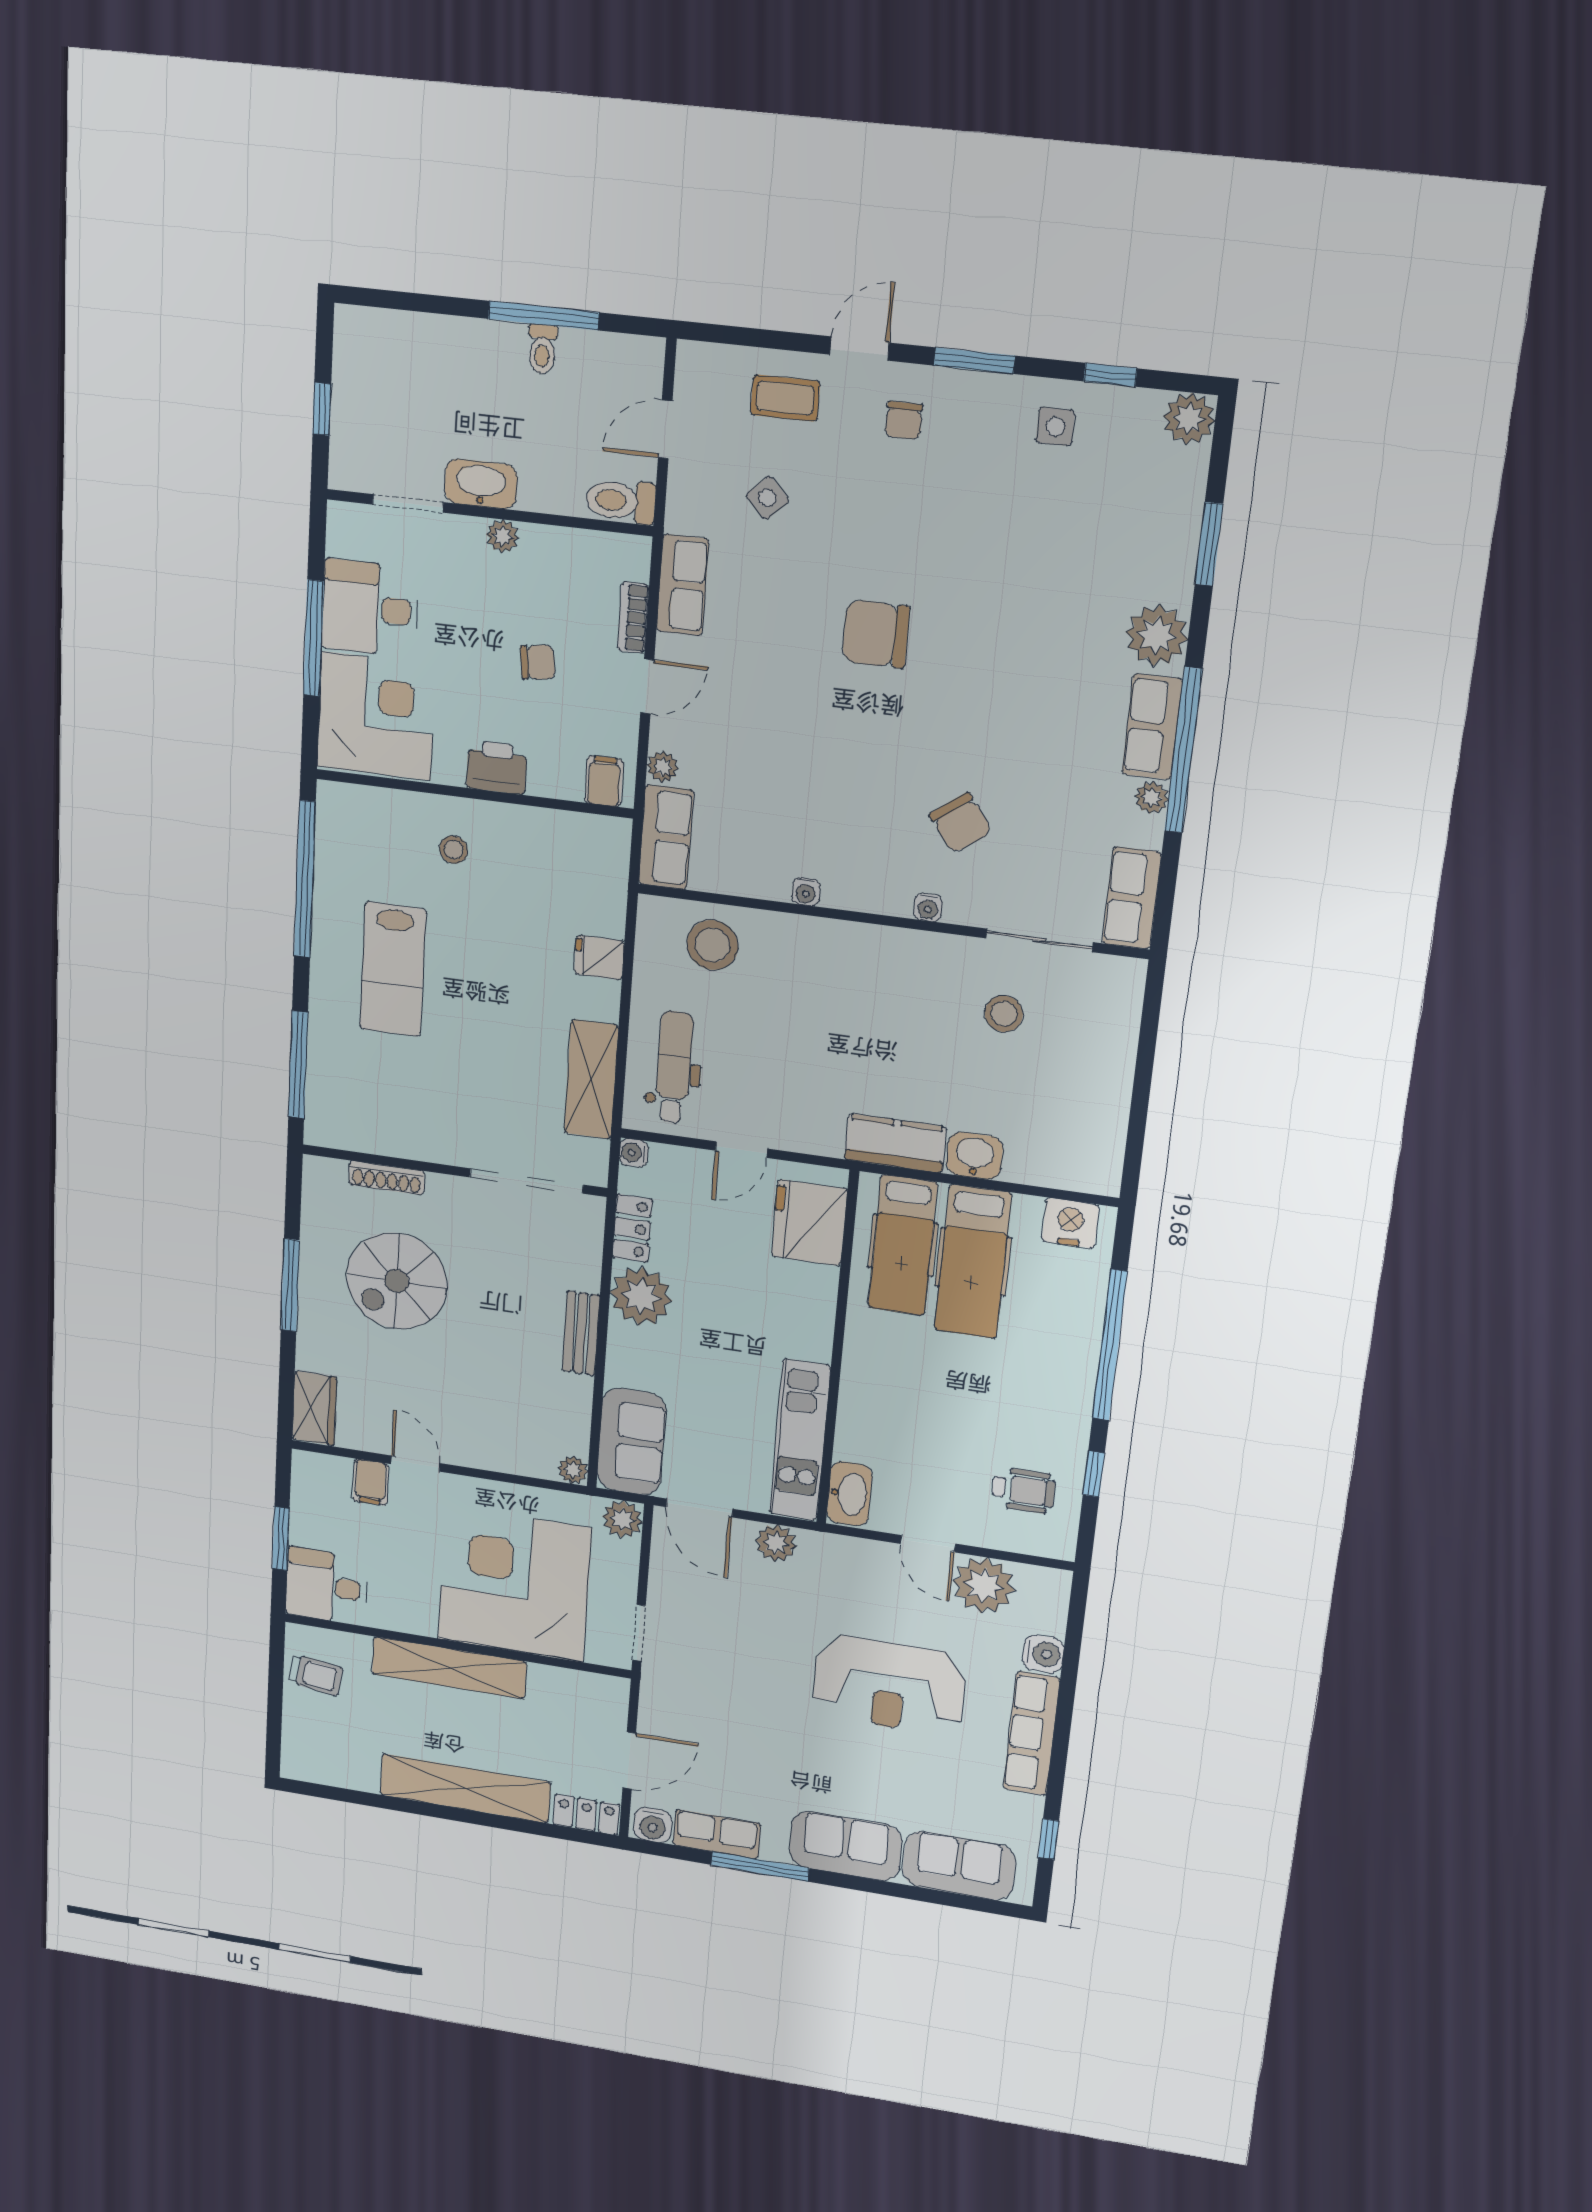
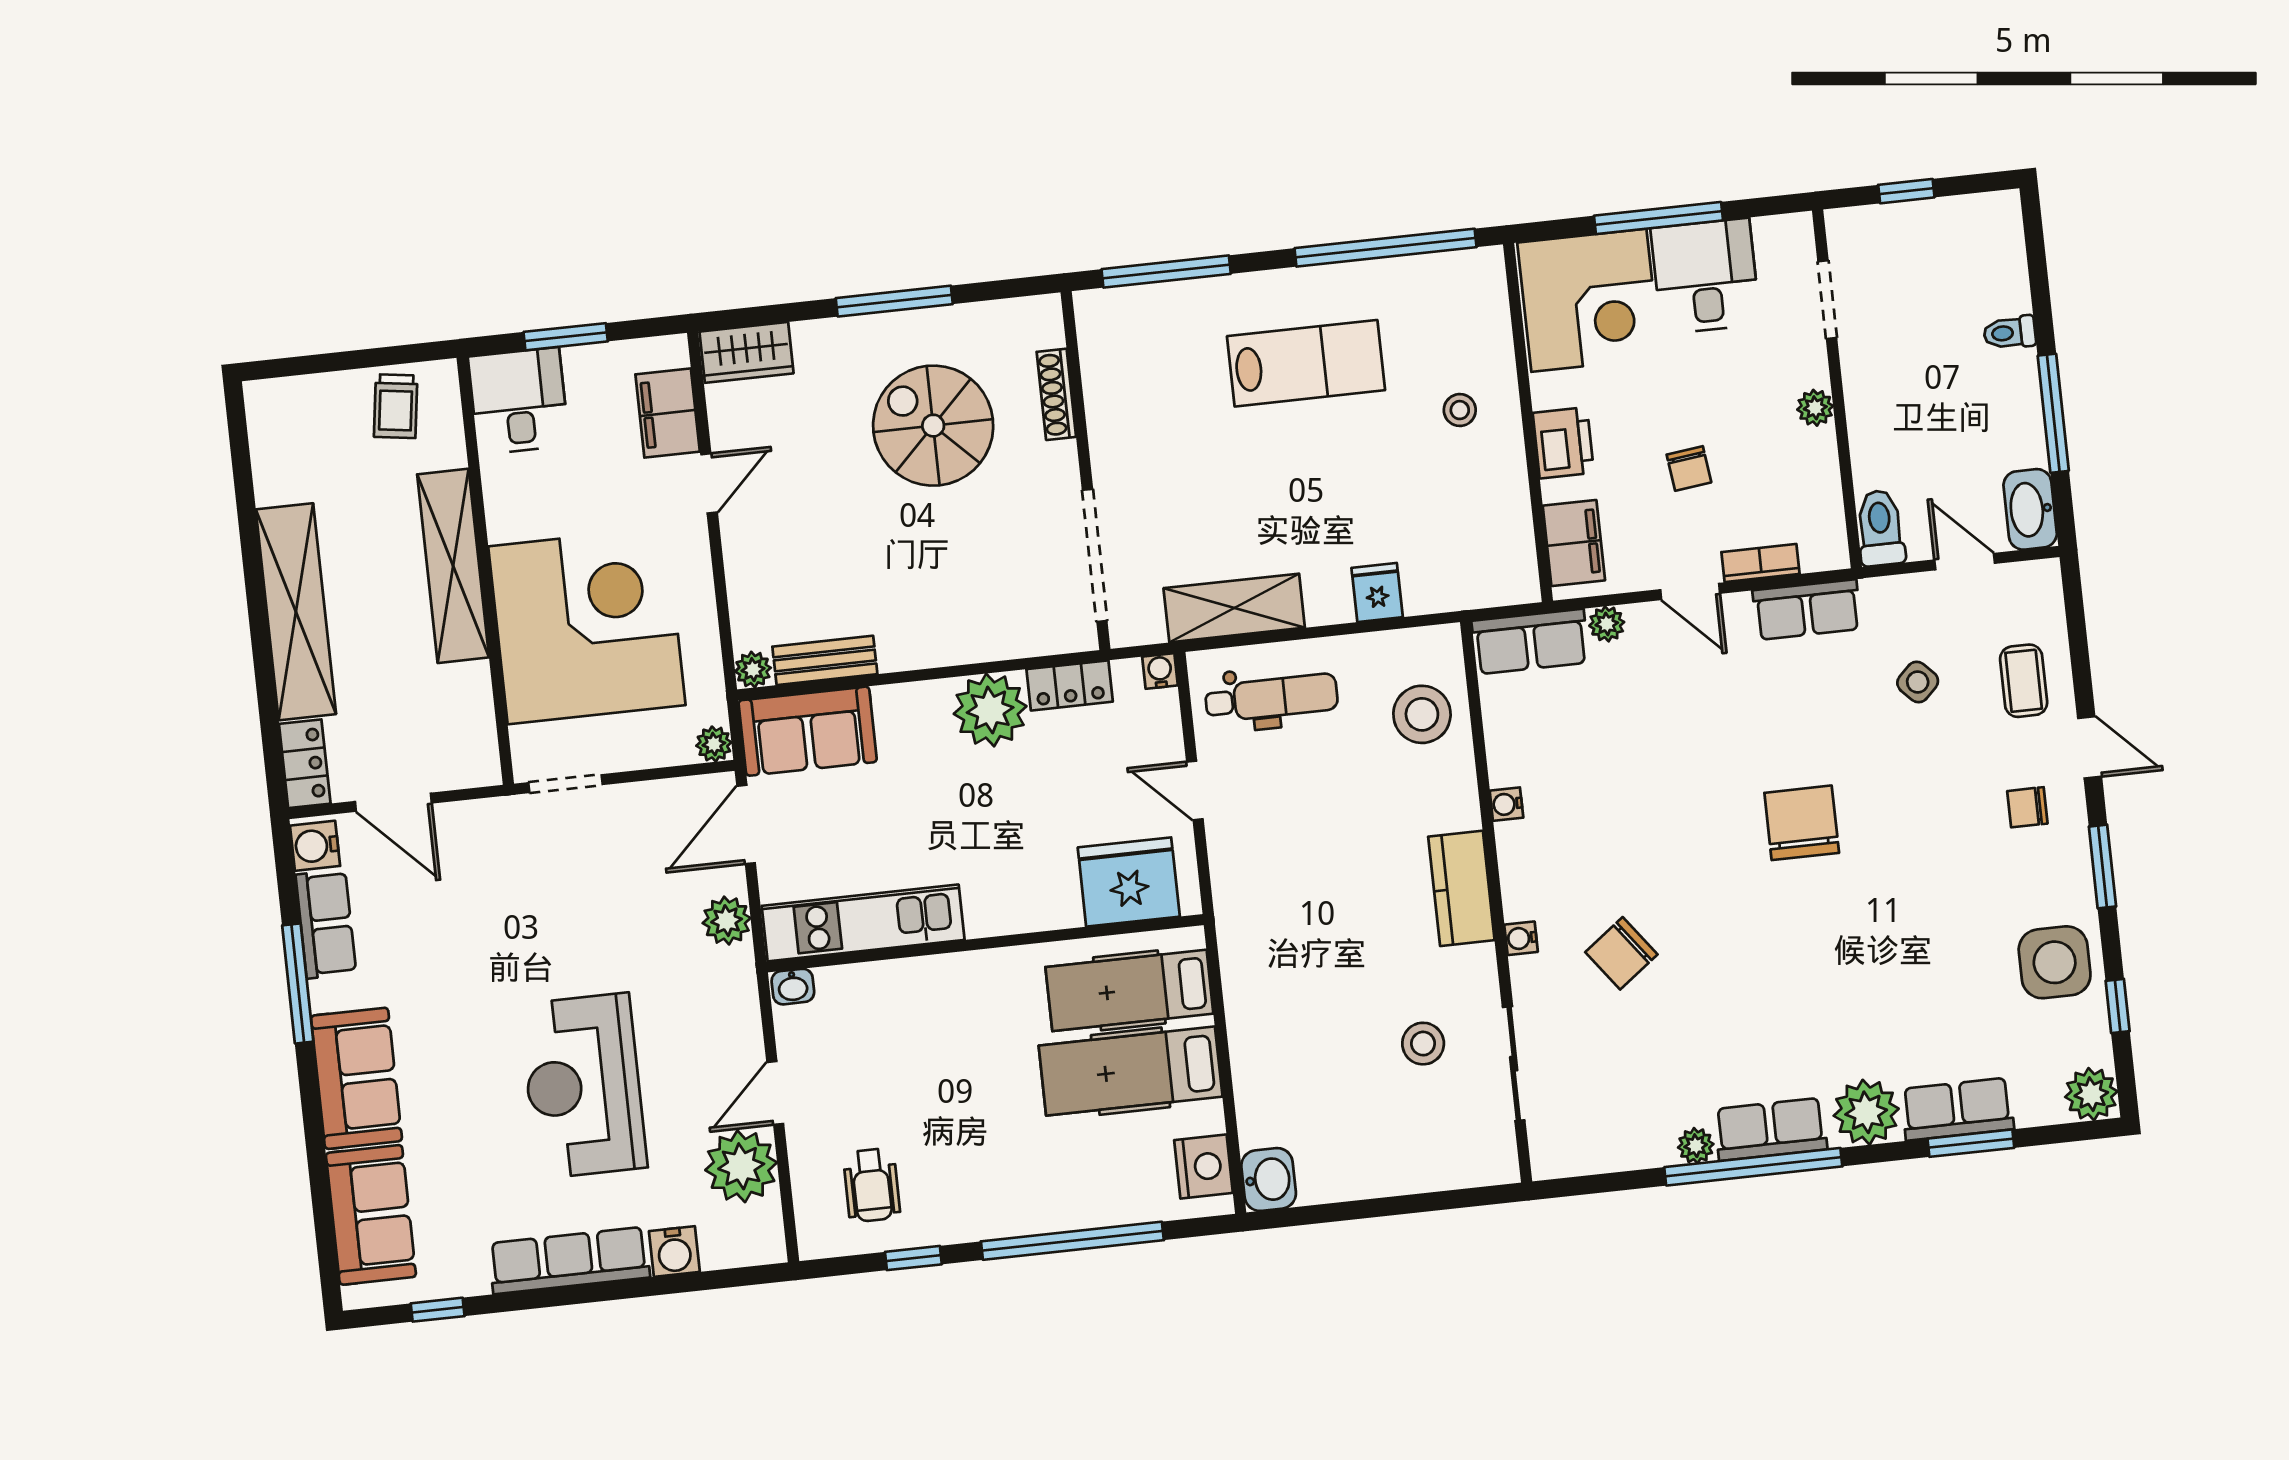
toilet: (542, 349) -> (2010, 333), moved
side table: (1055, 427) -> (2055, 962), width x1.87, depth x1.87
washbasin: (481, 484) -> (2030, 509), moved, turned 180
filing cabinet: (604, 781) -> (1574, 543), width x2.00
row of seats: (1132, 898) -> (1957, 1109), moved
lab bench: (393, 969) -> (1306, 363), turned 180
kitchen counter: (895, 1143) -> (1461, 888), moved, turned 180
washbasin: (975, 1156) -> (1269, 1179), moved
bench: (581, 1333) -> (825, 660), moved
filing cabinet: (371, 1482) -> (668, 413), width x2.00
washbasin: (849, 1494) -> (793, 987), width x0.52, depth x0.69
plant: (622, 1519) -> (714, 744), width x0.73, depth x0.73

